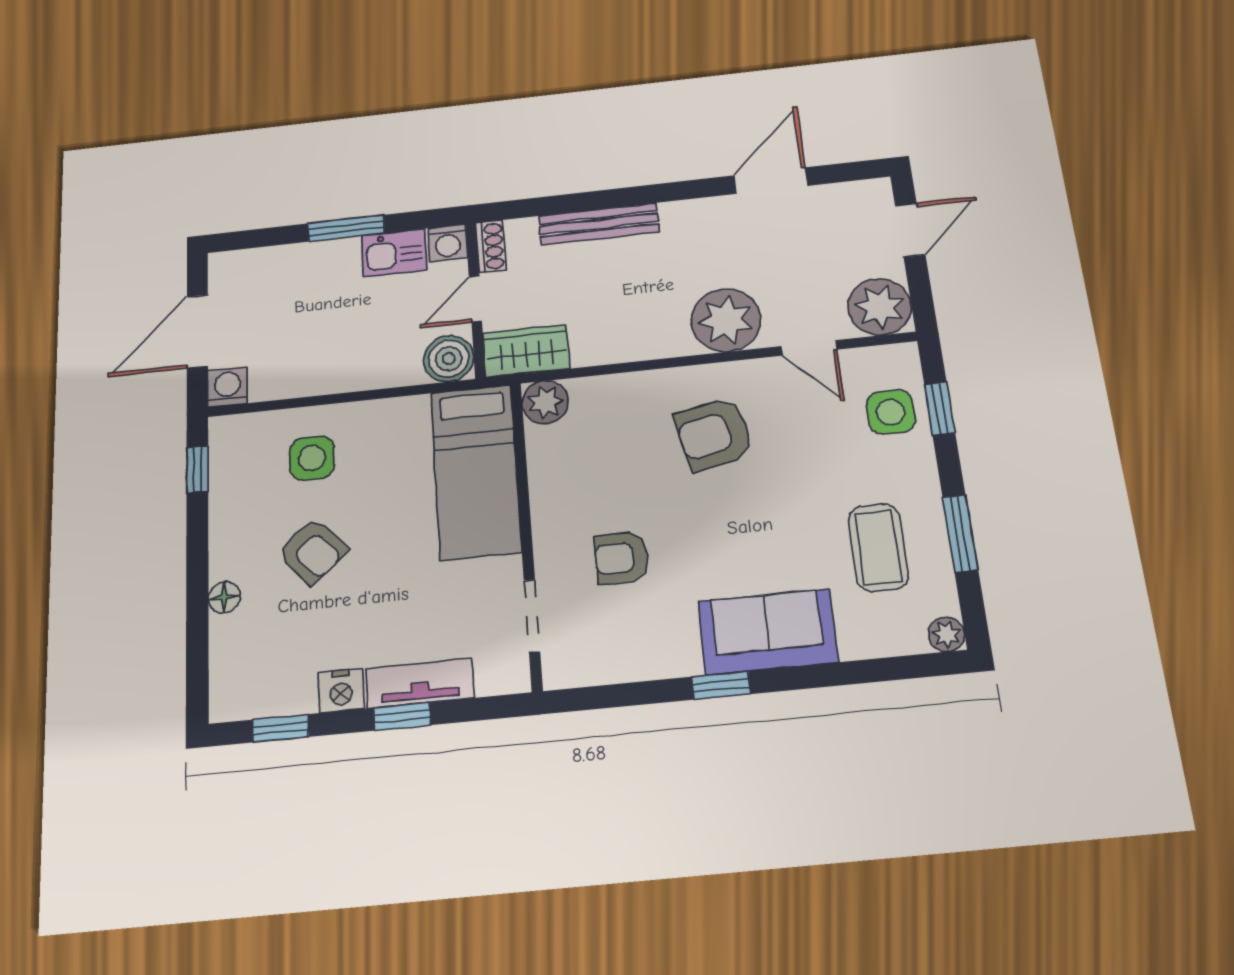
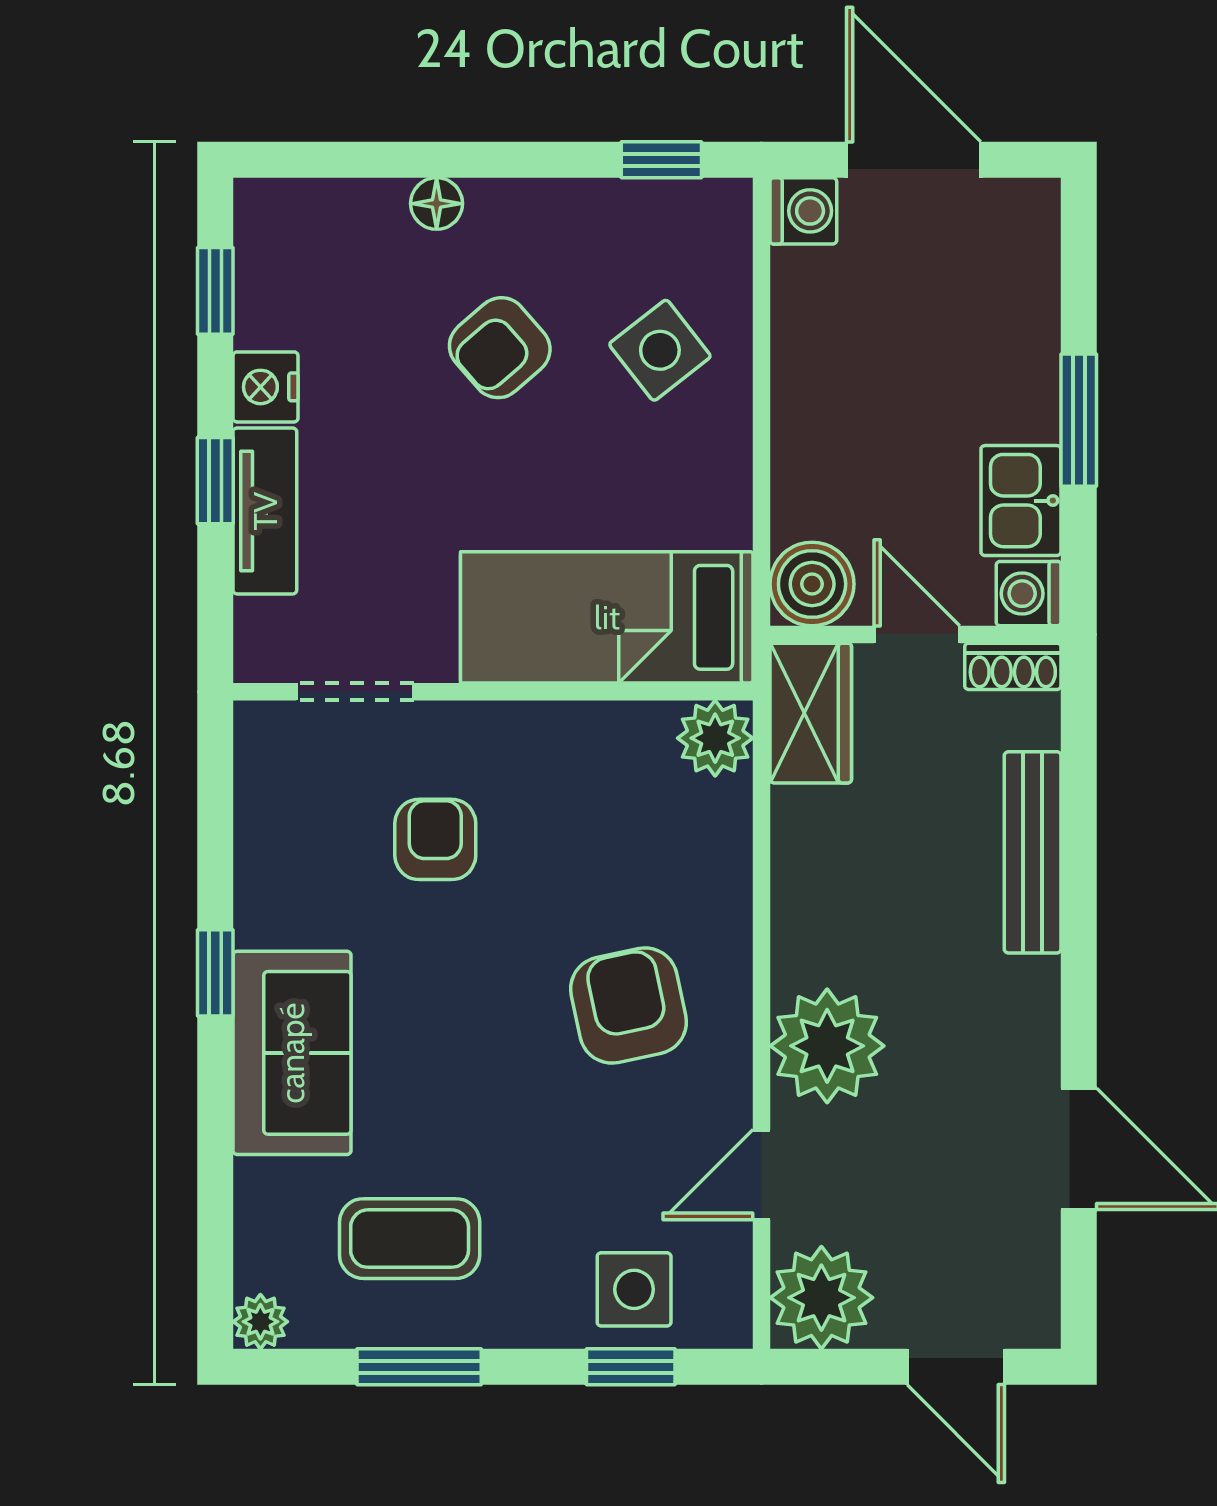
side table: (312, 458) -> (660, 350), turned -38

